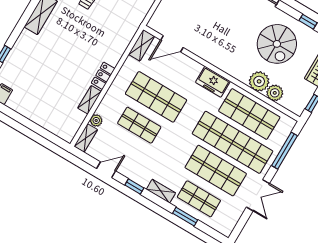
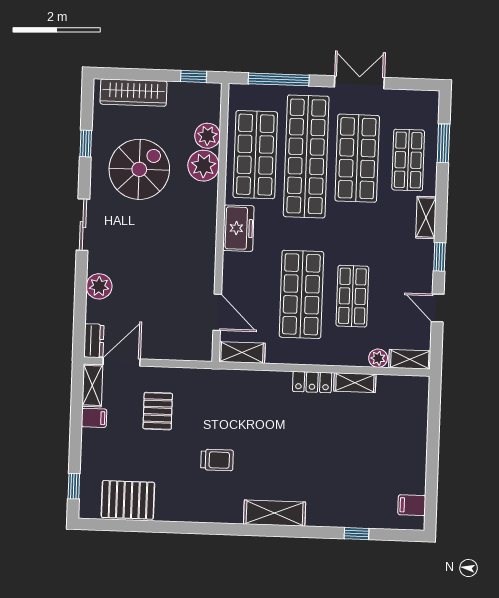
window: (185, 217) -> (443, 143), moved

